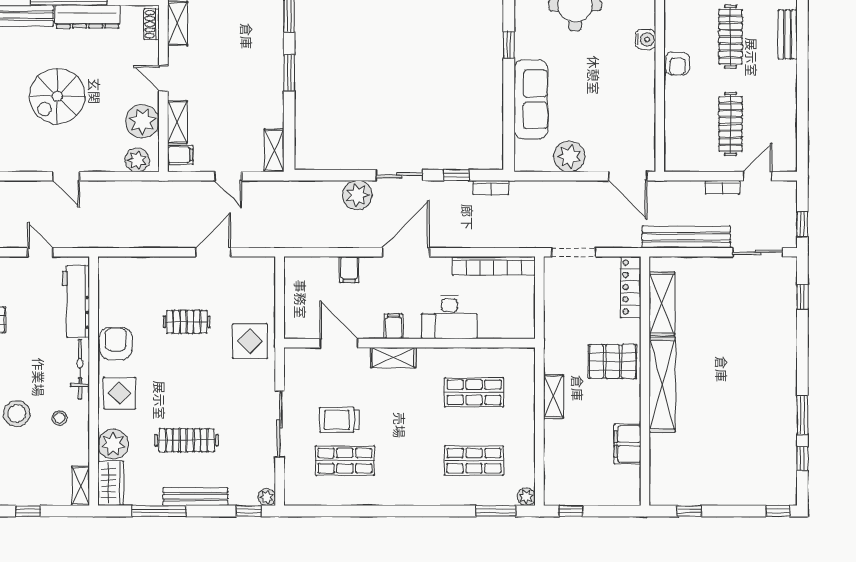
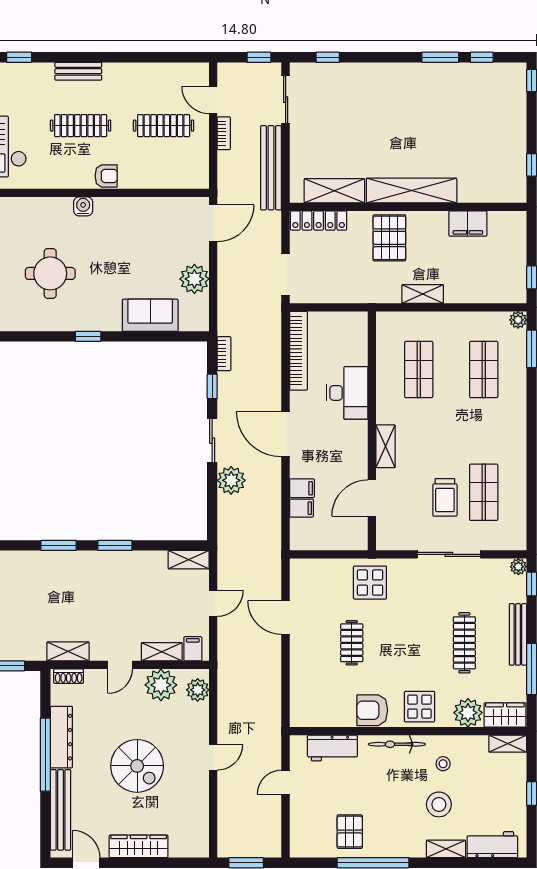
sofa: (531, 99) -> (150, 315), width x0.73
workbench: (76, 302) -> (332, 748), width x0.73
filing cabinet: (394, 326) -> (301, 508), moved, turned 180

